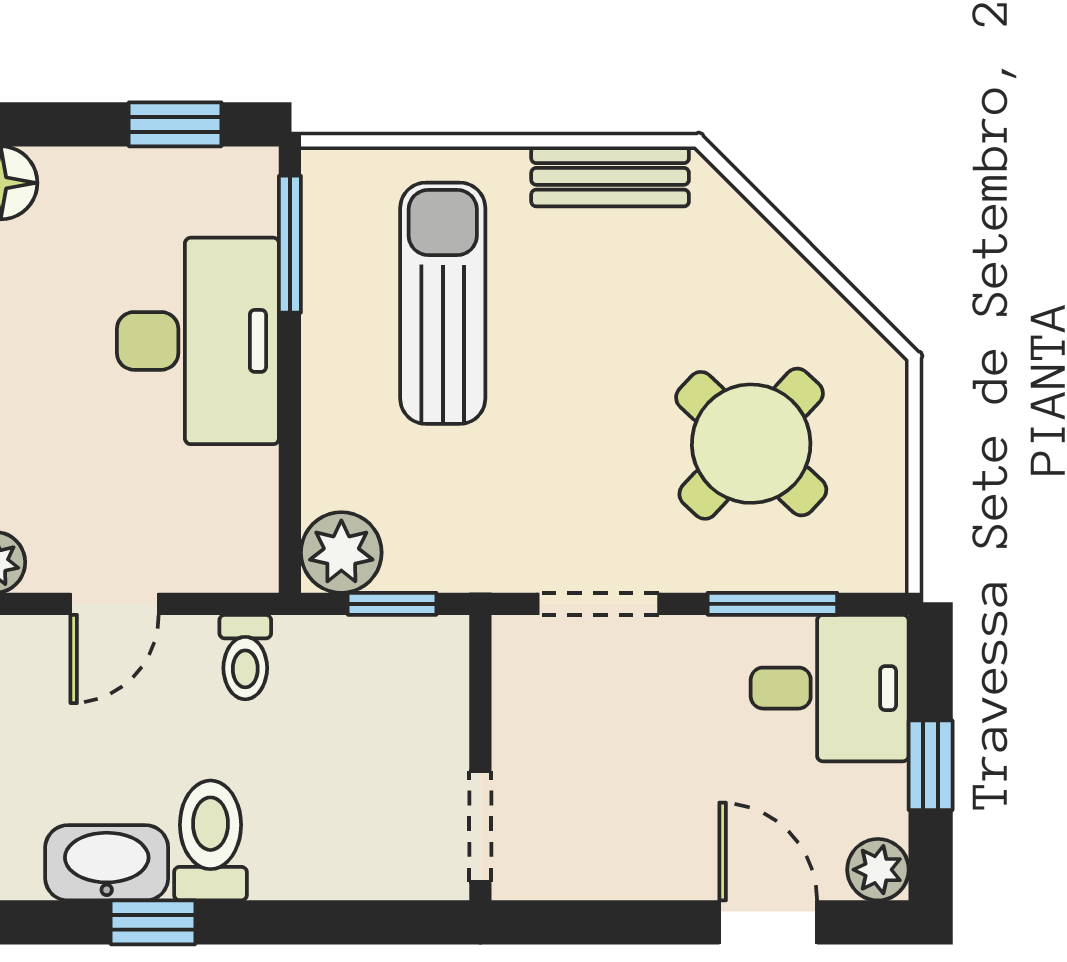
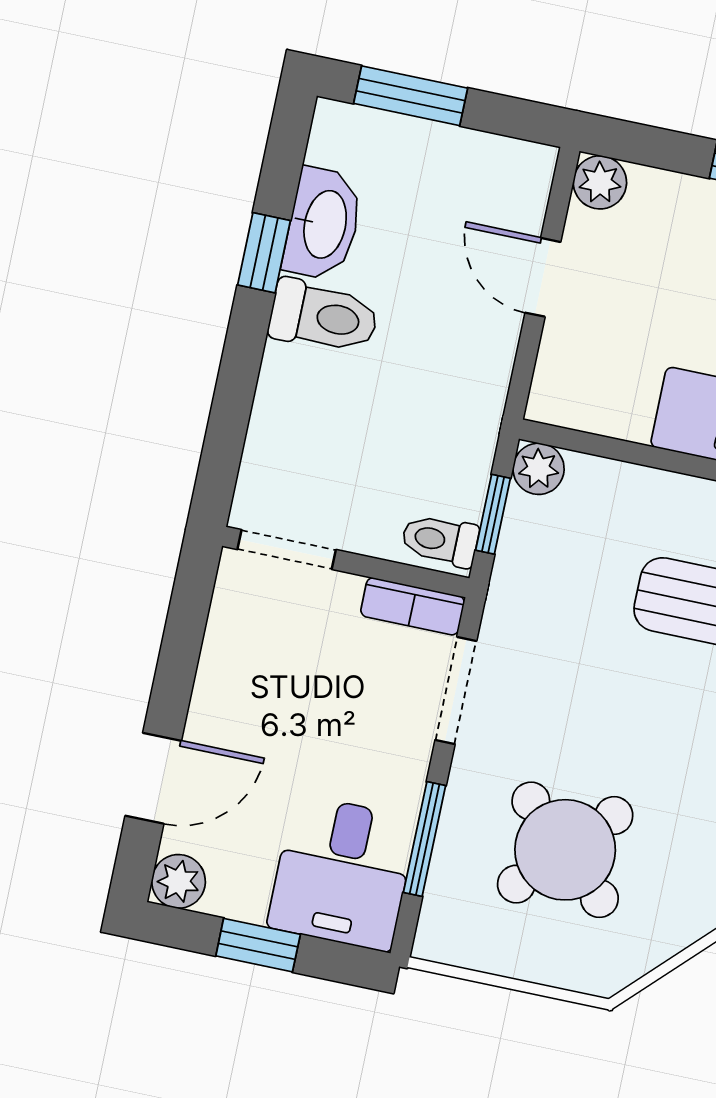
plant: (341, 553) -> (539, 469), width x0.73, depth x0.73
toilet: (245, 657) -> (440, 540), moved
bookcase: (514, 672) -> (413, 606), added

